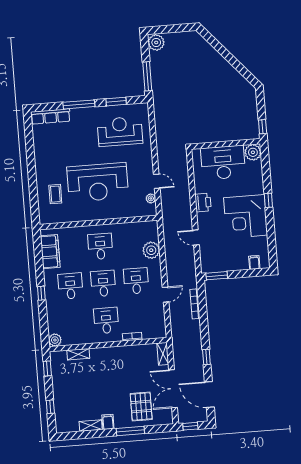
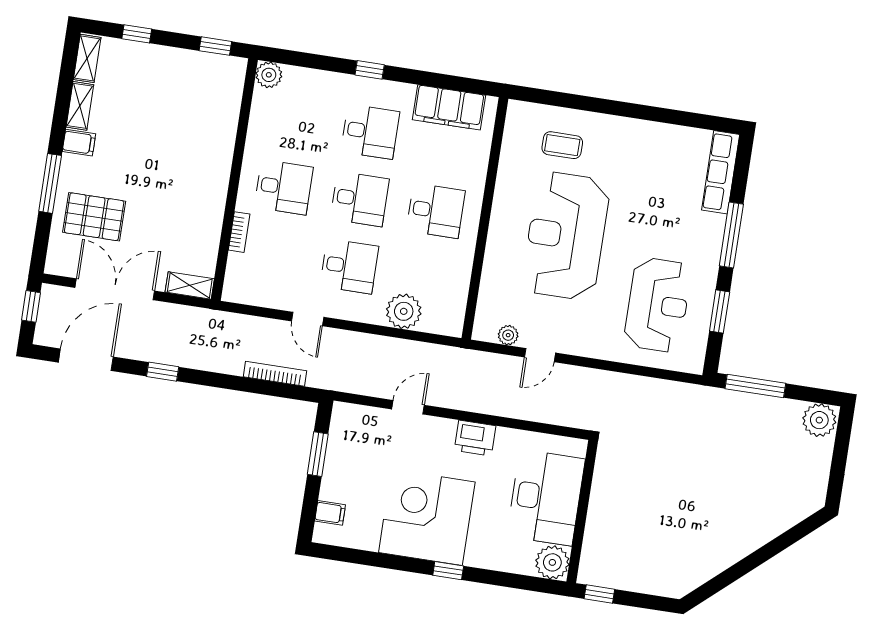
window: (217, 276) -> (318, 454), moved
shelving: (78, 354) -> (87, 58), moved

